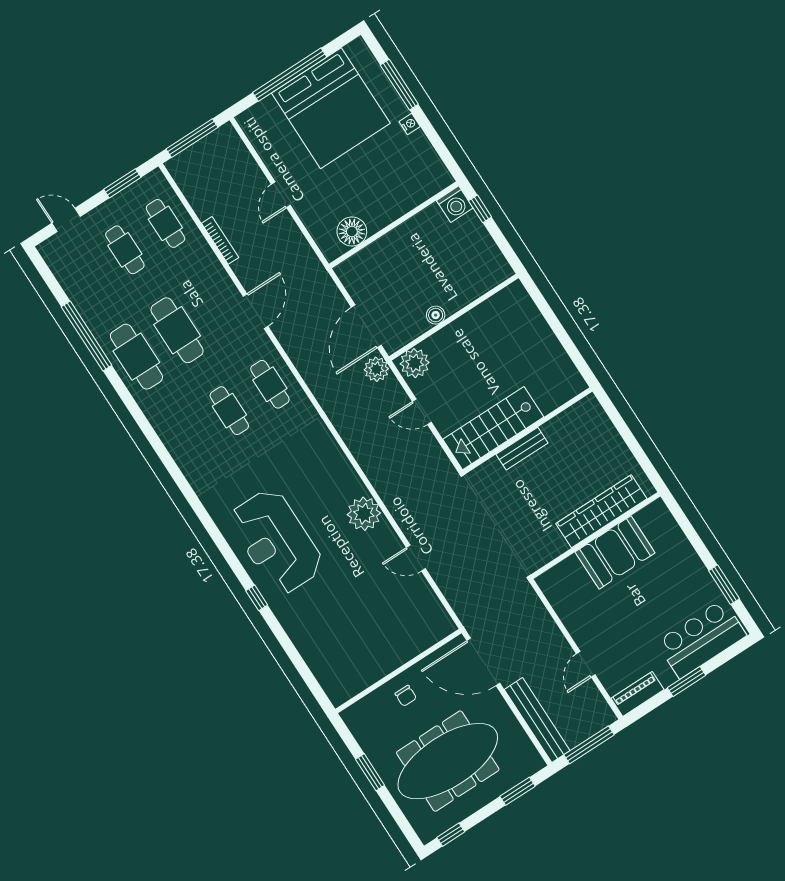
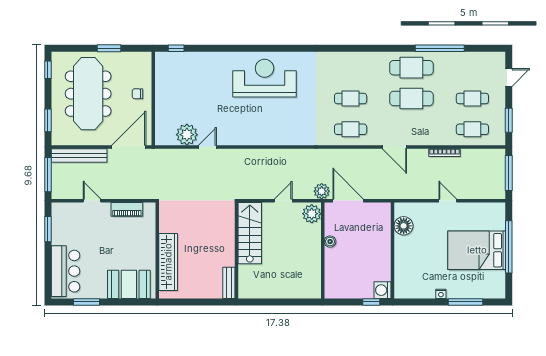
bed: (331, 108) -> (477, 250), width x0.73
bench: (522, 449) -> (229, 283), moved
plant: (364, 514) -> (187, 135), moved
booth: (615, 552) -> (129, 284), moved, turned 90
window: (257, 598) -> (176, 48), moved
window: (686, 681) -> (48, 229), moved
piano: (637, 694) -> (127, 209), moved, turned 90

